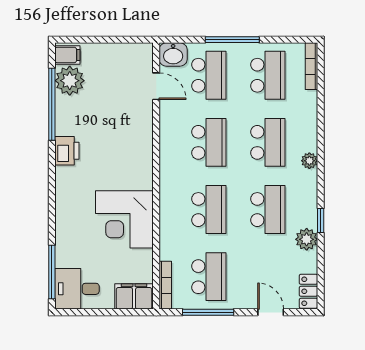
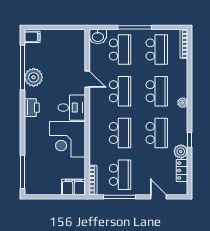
plant: (70, 81) -> (34, 77), moved
door: (156, 86) -> (87, 79), moved
printer: (67, 151) -> (32, 108), moved
desk: (77, 289) -> (72, 108), moved, turned 180
locker: (308, 291) -> (182, 171), moved

